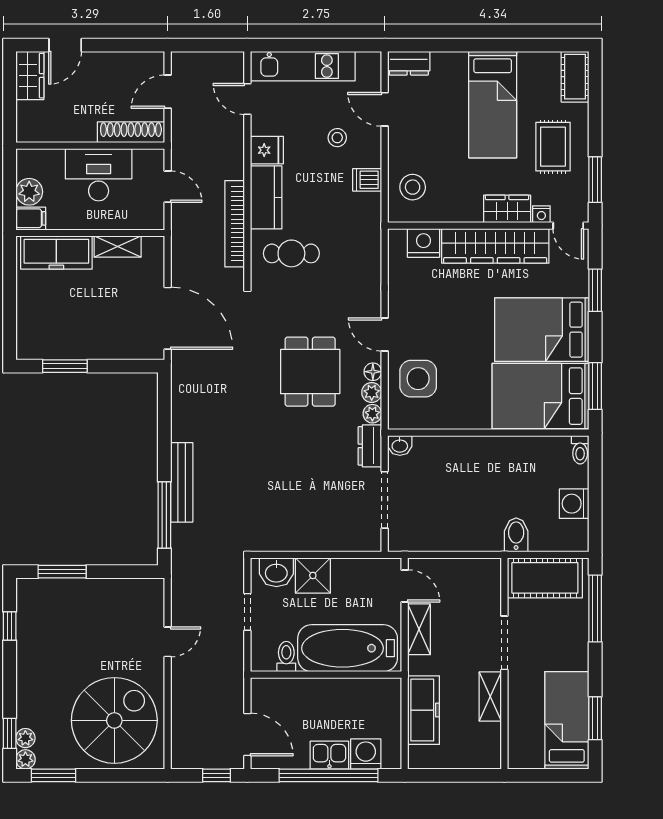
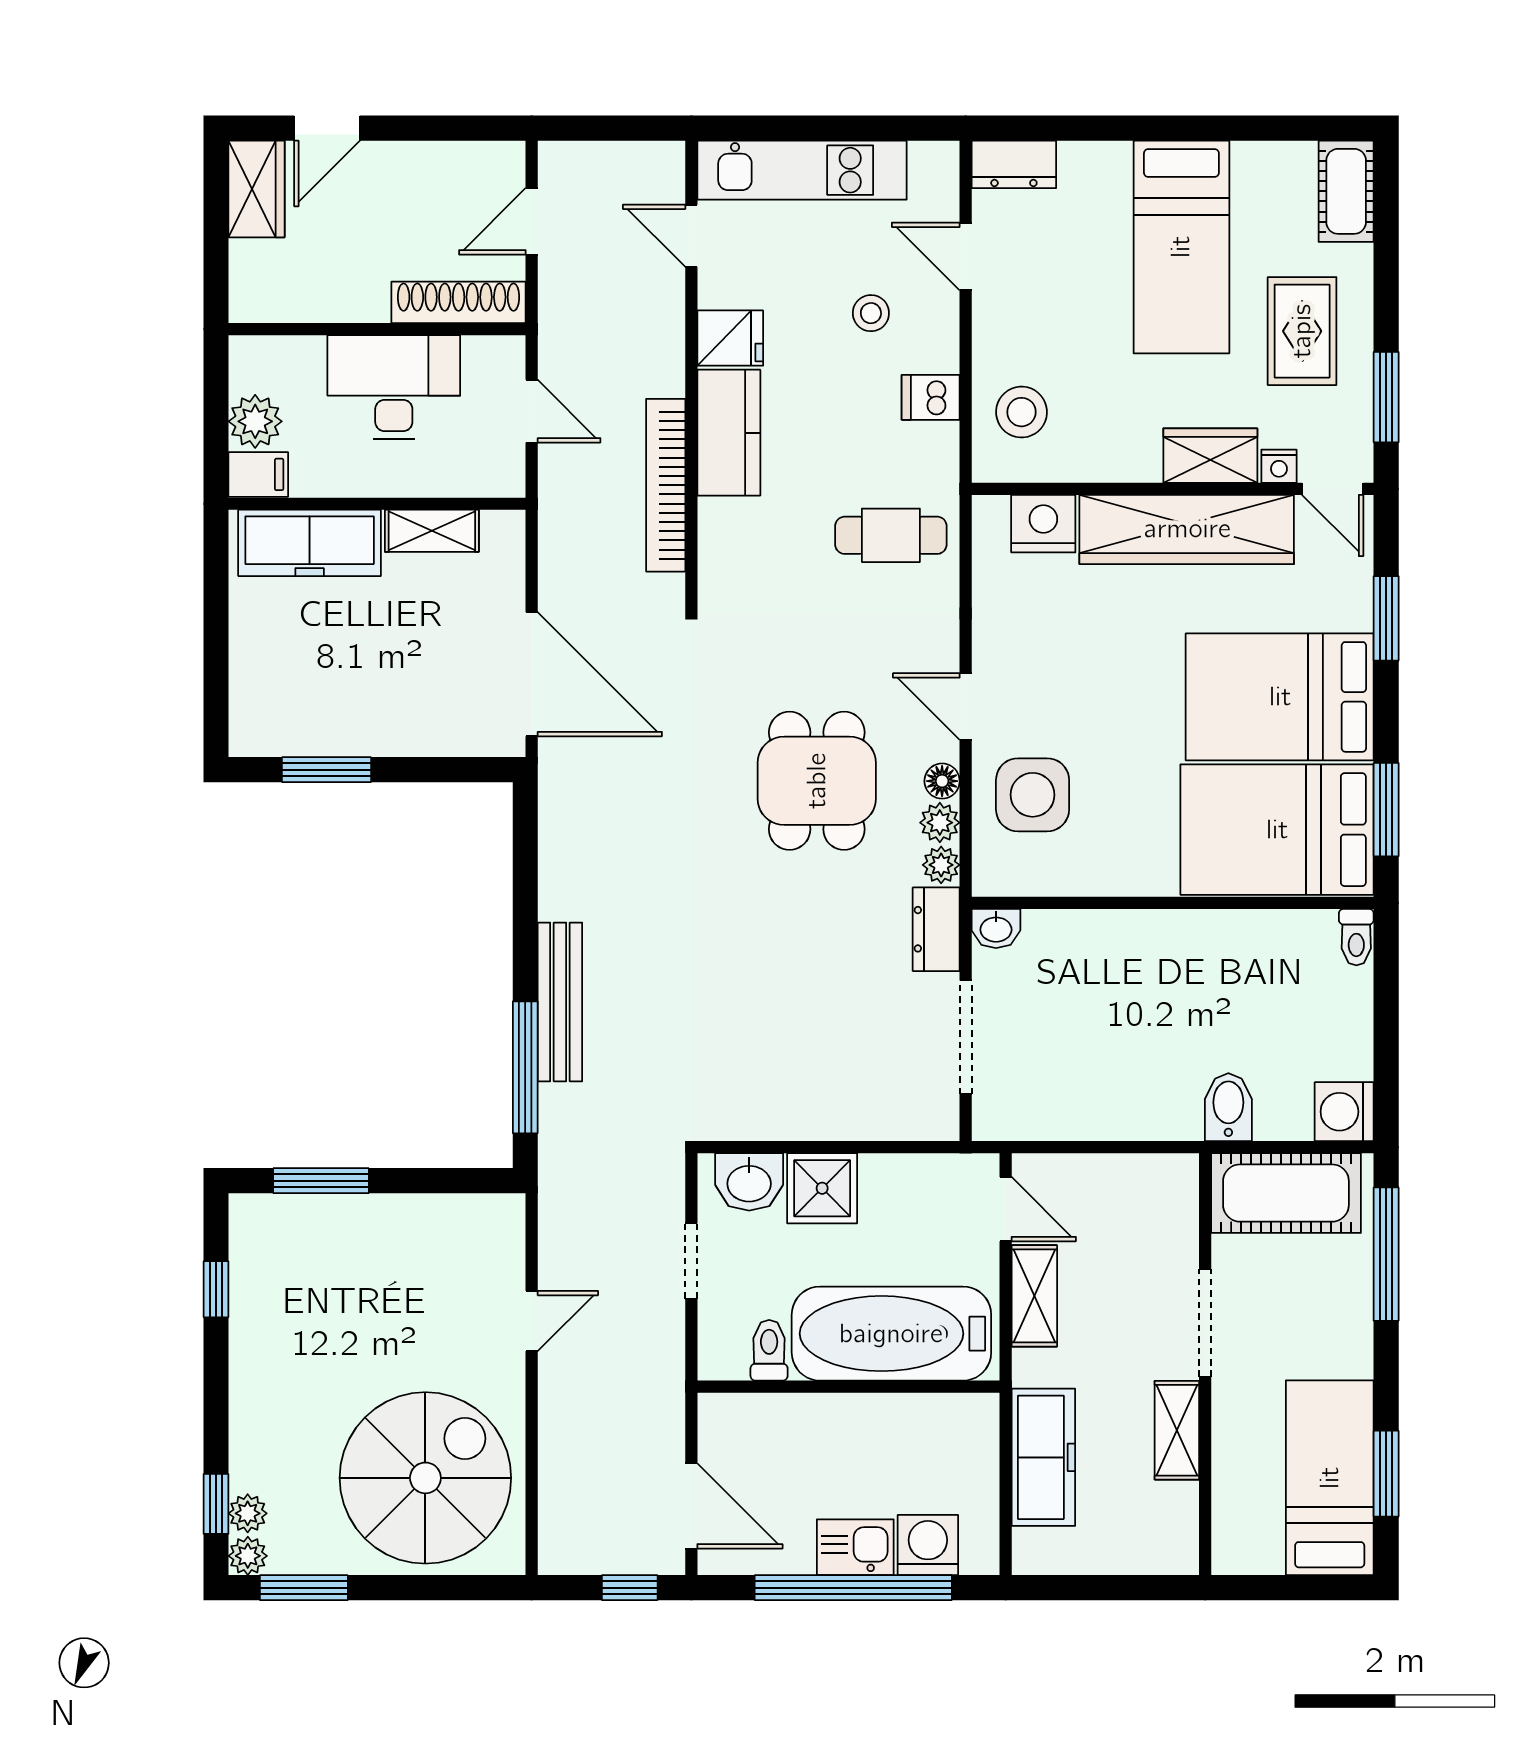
cafe table: (291, 253) -> (891, 535), moved
washing machine: (574, 504) -> (1344, 1112), moved

